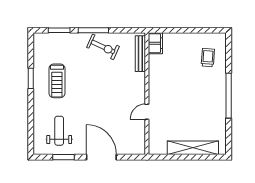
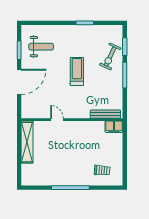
exercise bike: (103, 47) -> (110, 57), moved
treadmill: (57, 81) -> (77, 71), moved, turned 90
shelving: (193, 148) -> (27, 142), moved

